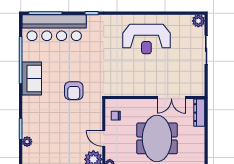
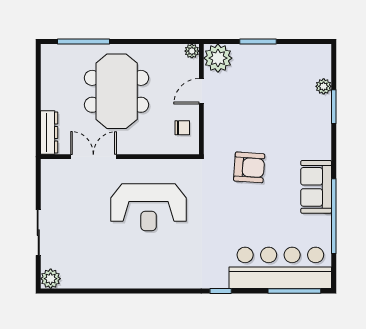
reception desk: (146, 39) -> (149, 207), moved, turned 180
armchair: (74, 91) -> (249, 167), turned 94
door: (104, 138) -> (201, 91), swing flipped

